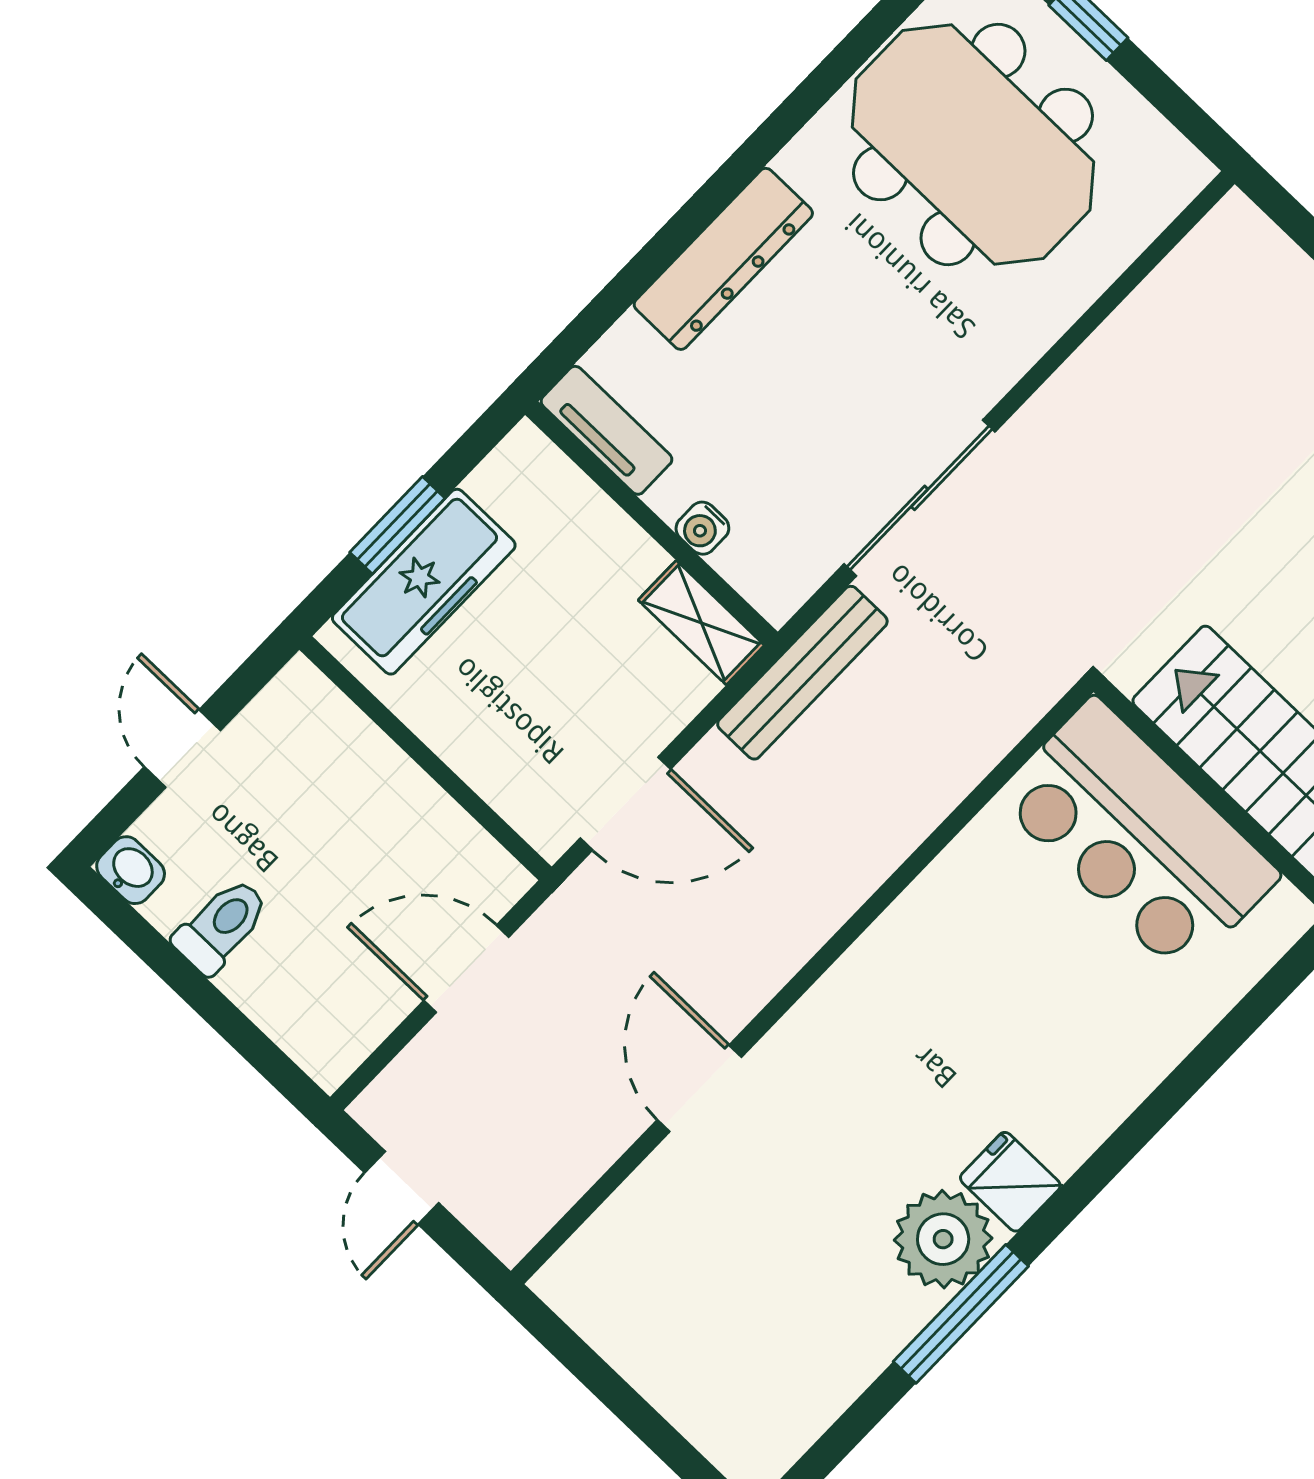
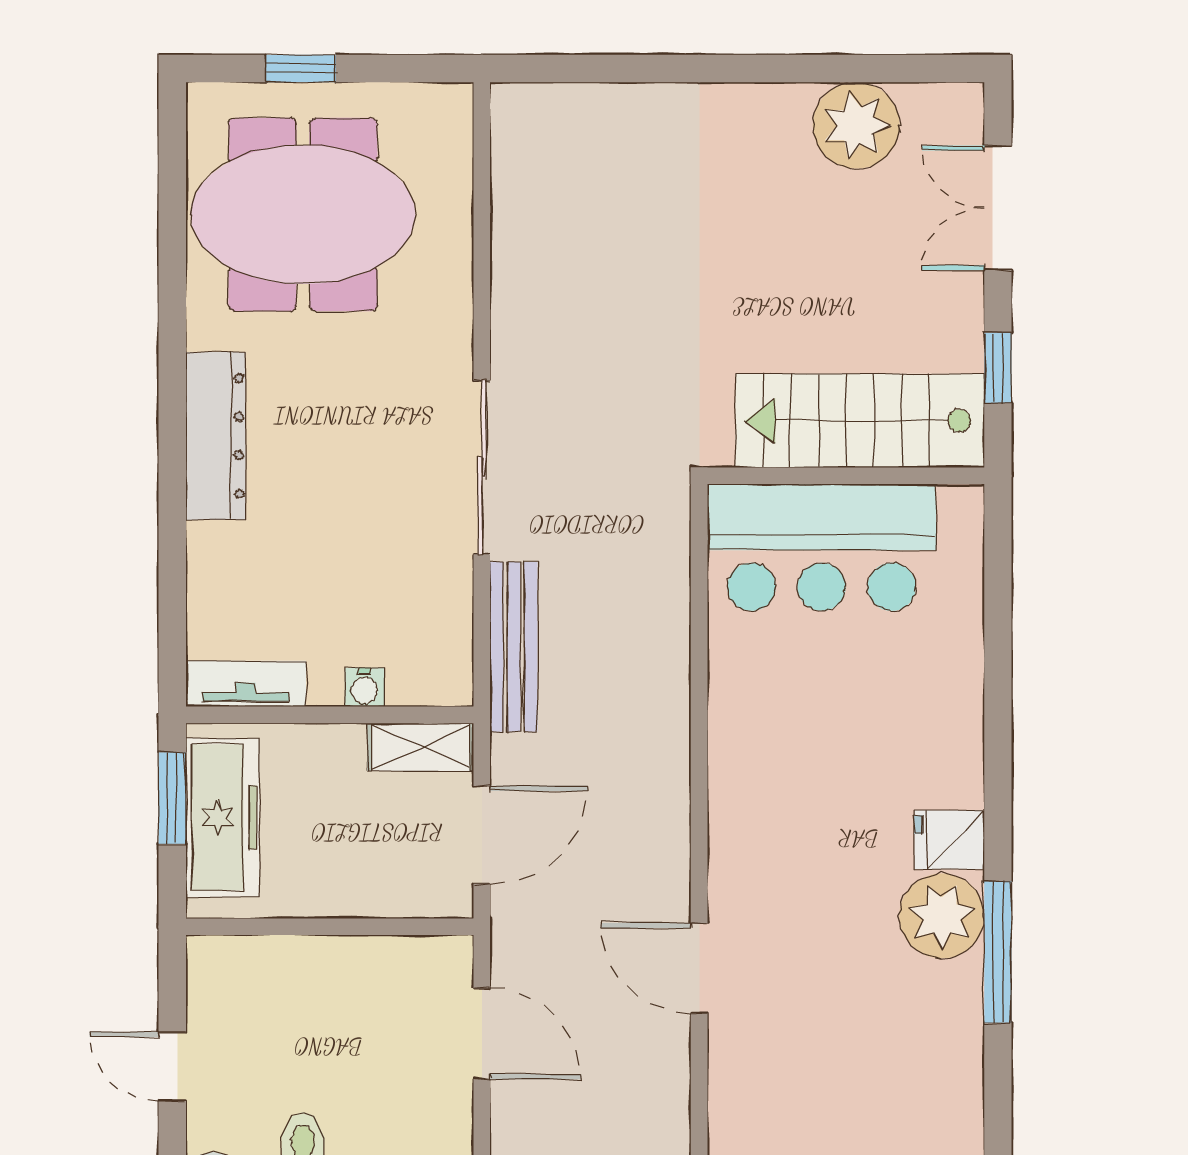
tv unit: (607, 430) -> (246, 684), moved
wall: (651, 523) -> (330, 715), moved
water cooler: (702, 528) -> (364, 687), moved
shelving: (701, 623) -> (421, 747), moved
door: (466, 969) -> (482, 1034), swing flipped

